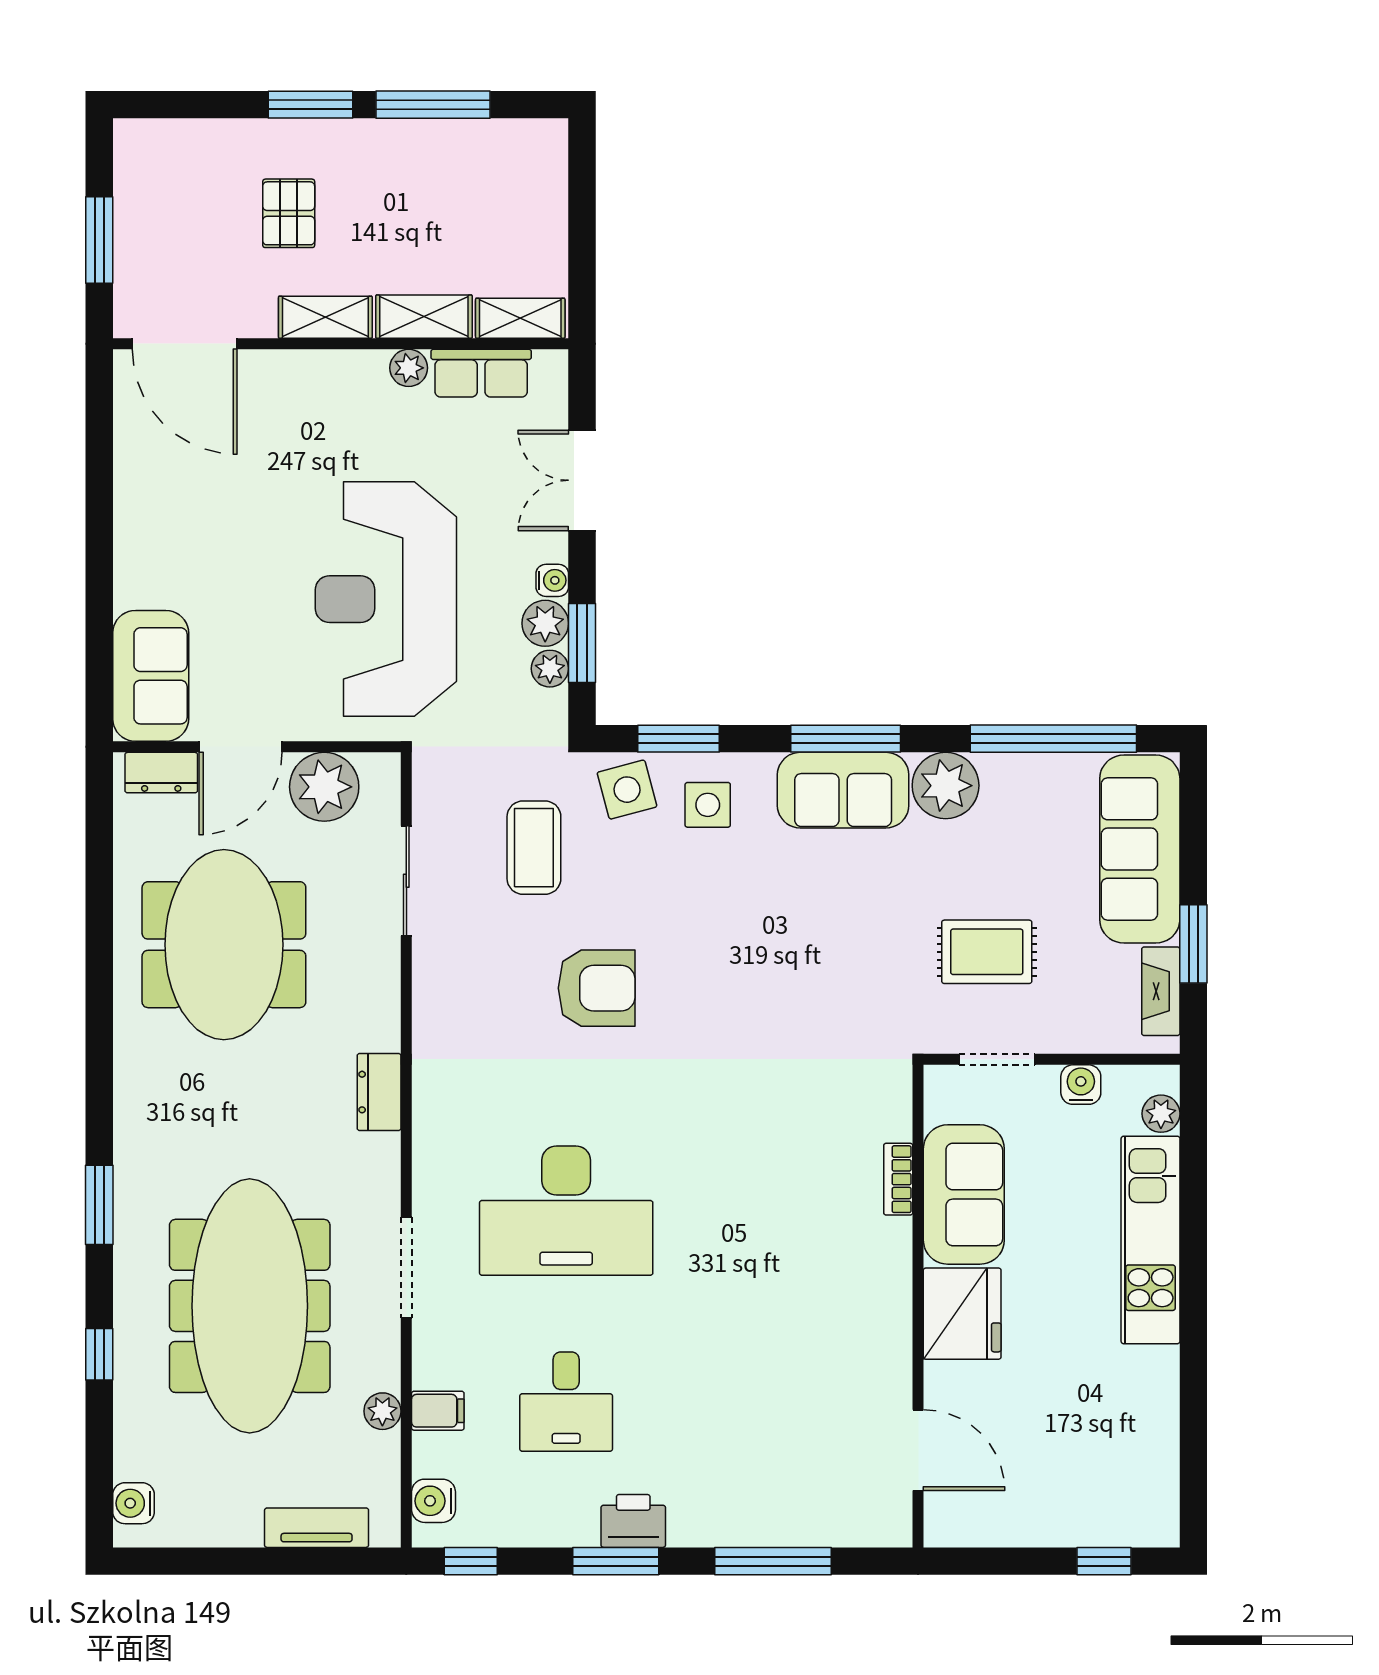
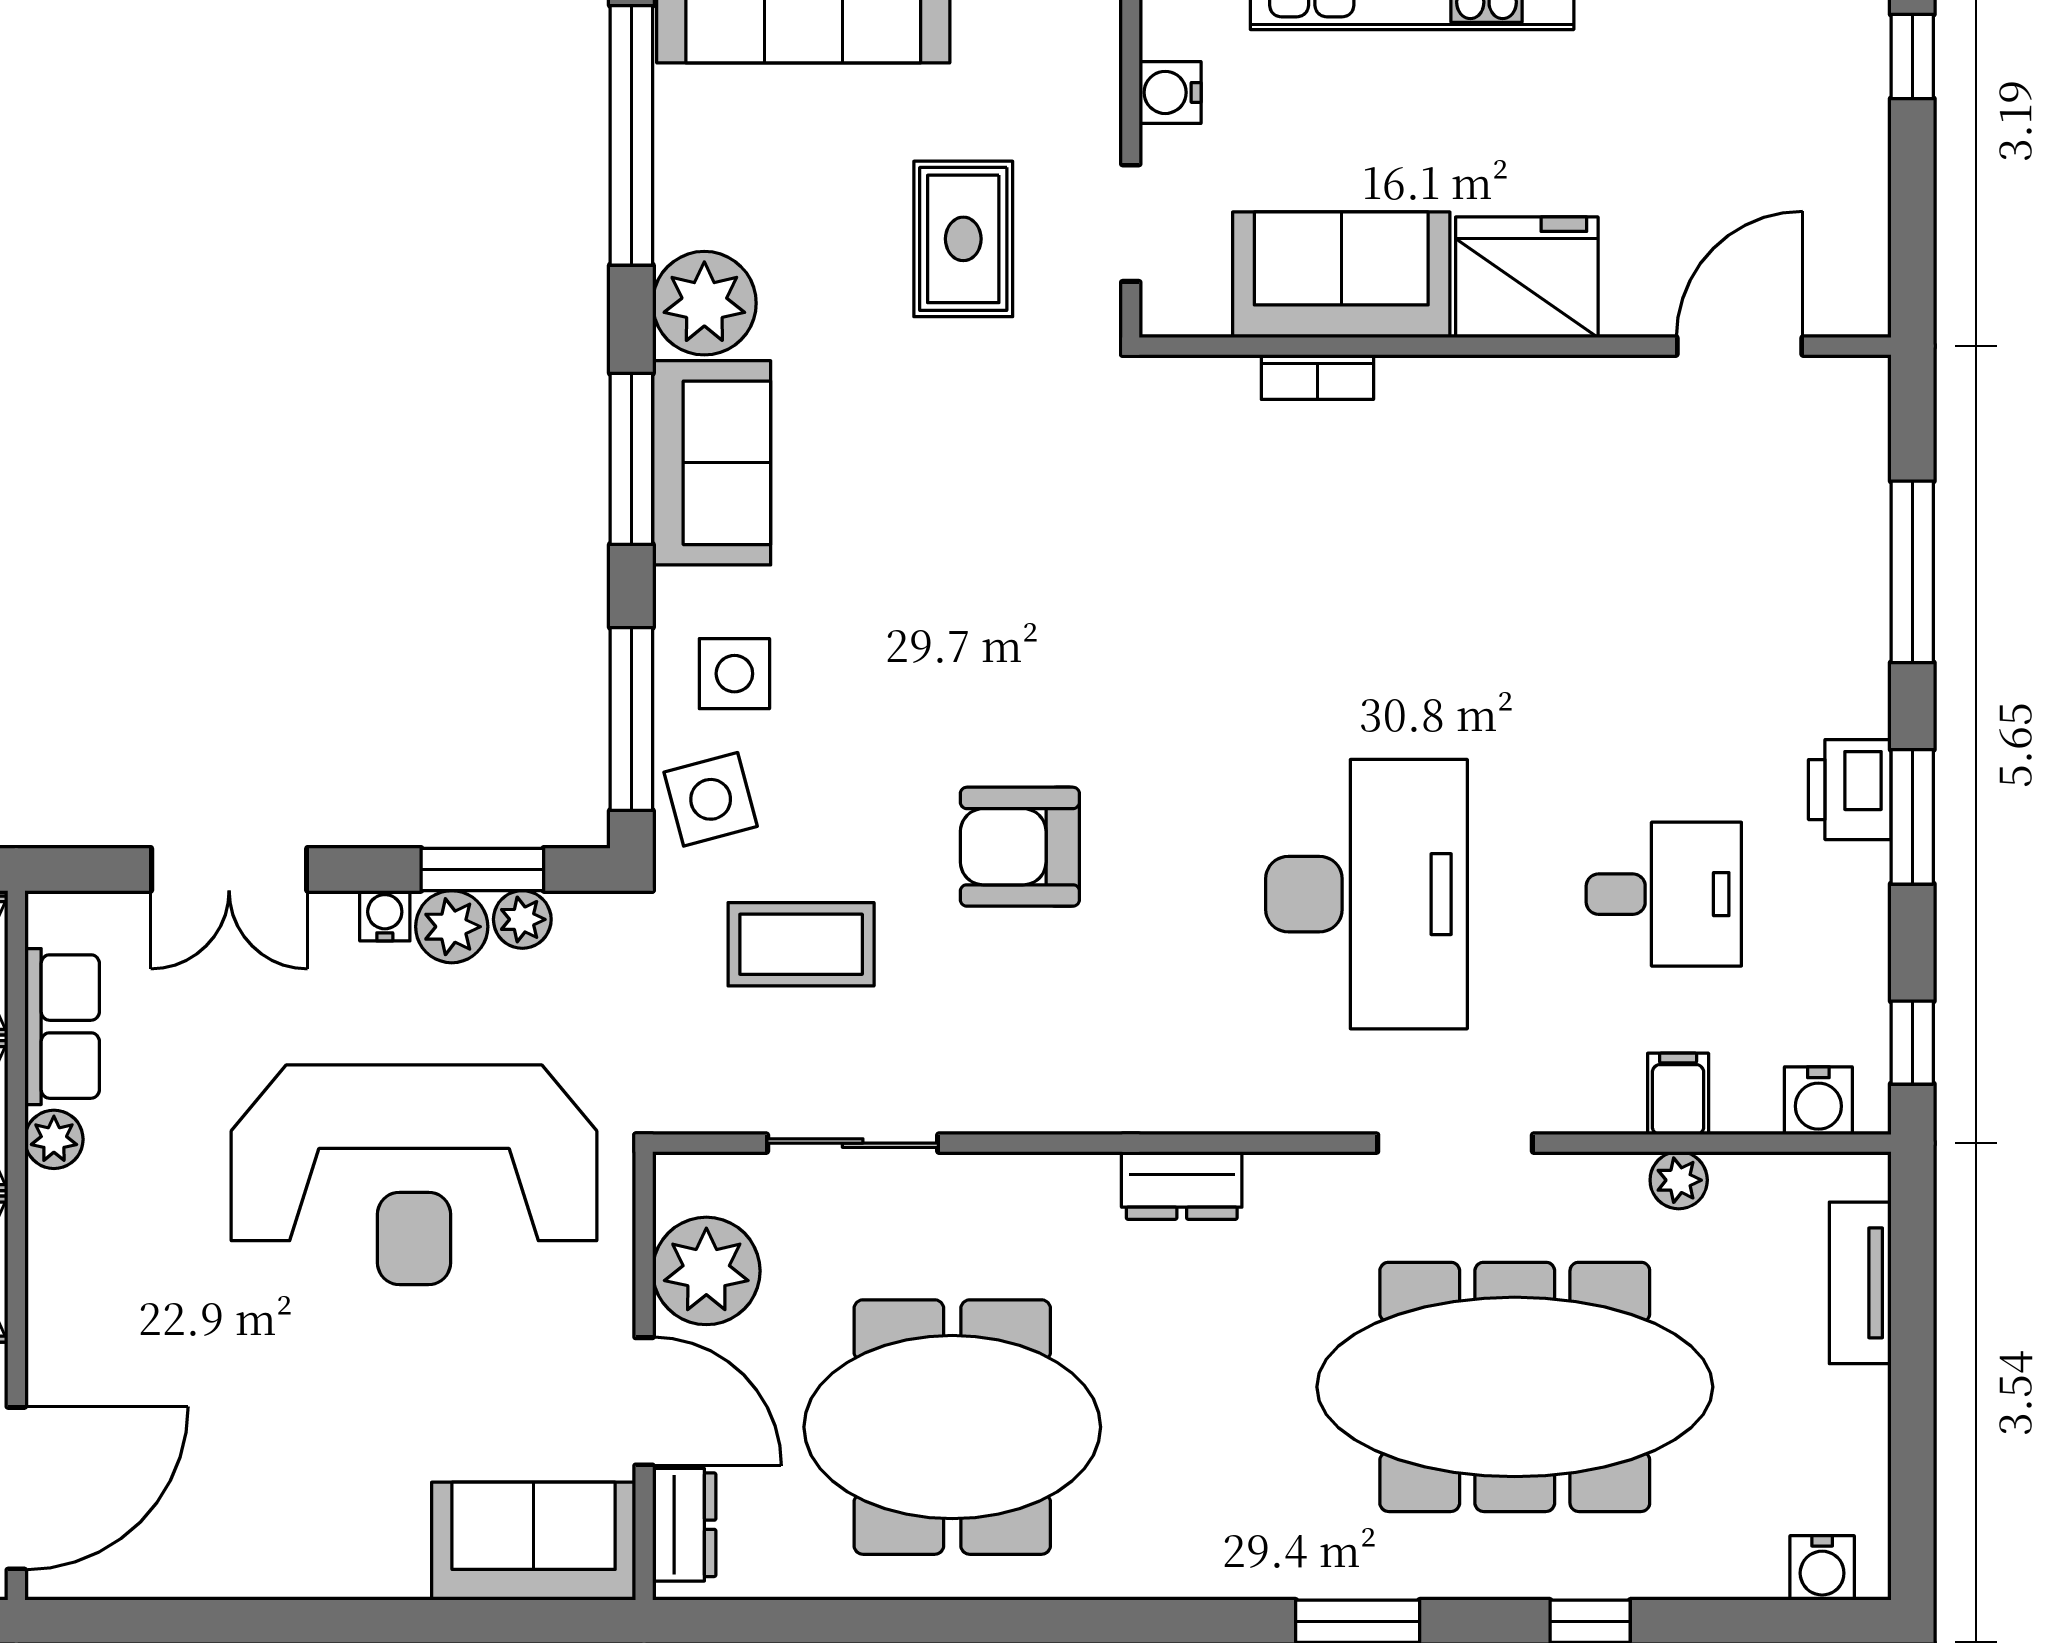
window: (679, 739) -> (631, 719), width x1.44
armchair: (597, 988) -> (1020, 847), turned -90

